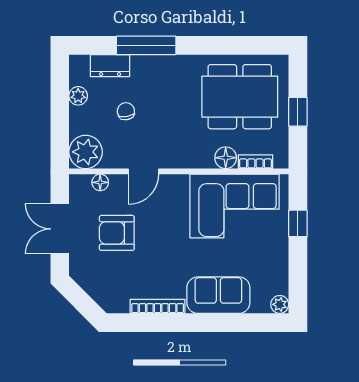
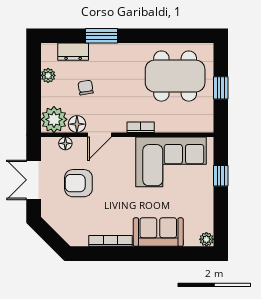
window: (146, 45) -> (102, 36), width x0.69
floor lamp: (226, 158) -> (77, 124), moved
bookcase: (255, 162) -> (141, 127), moved

